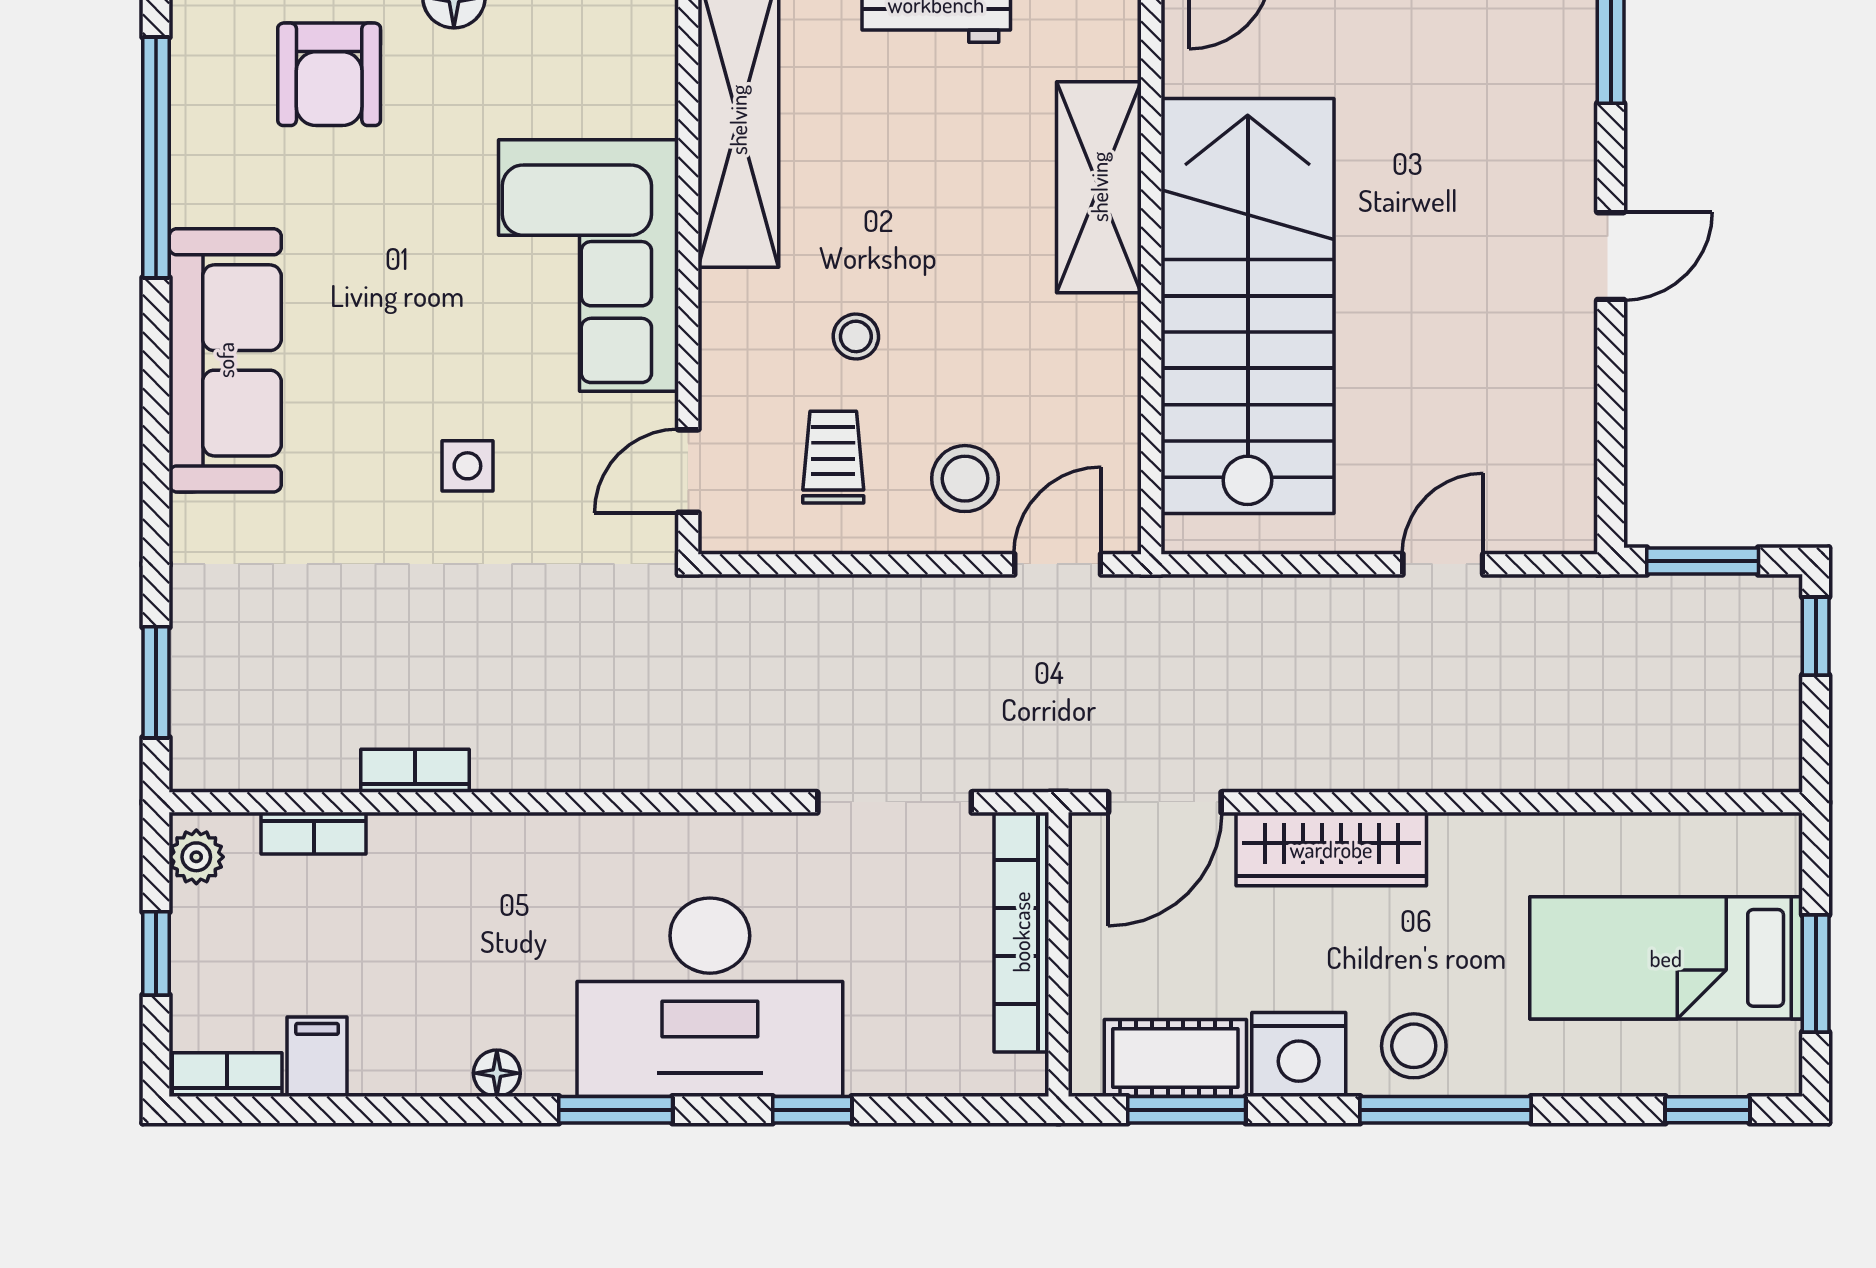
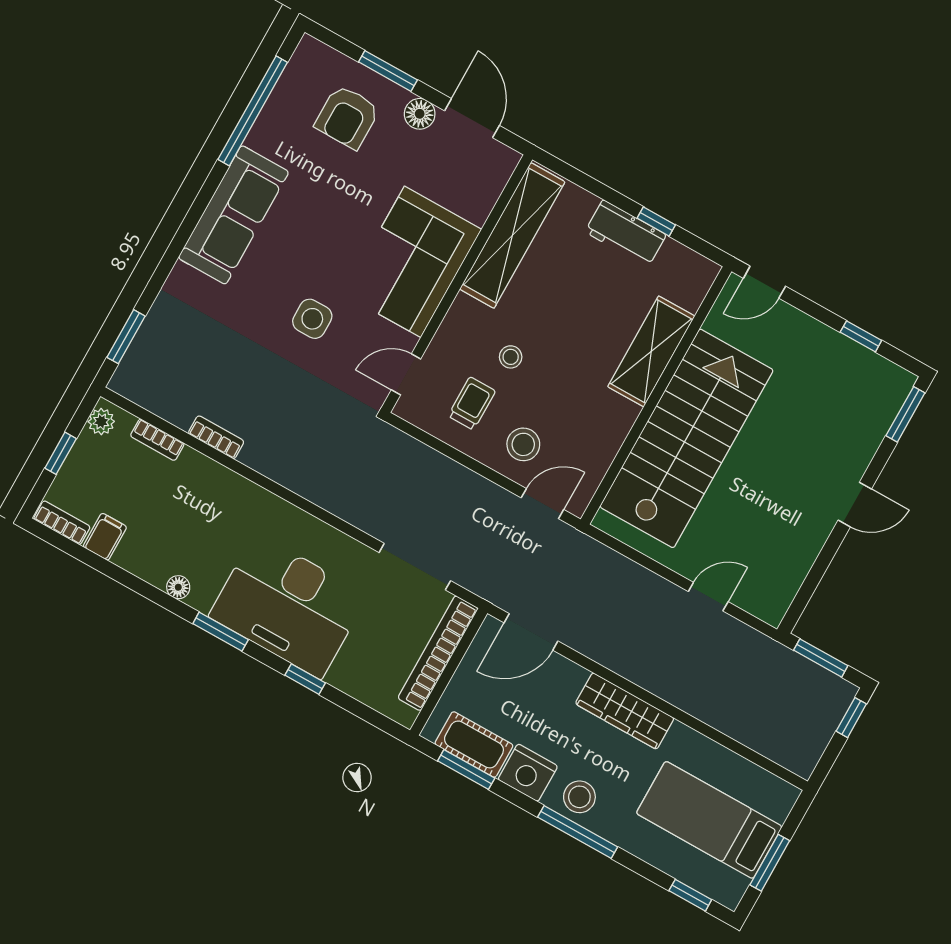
side table: (467, 466) -> (312, 319), width x1.37, depth x1.37
wardrobe: (1331, 849) -> (625, 711), moved

